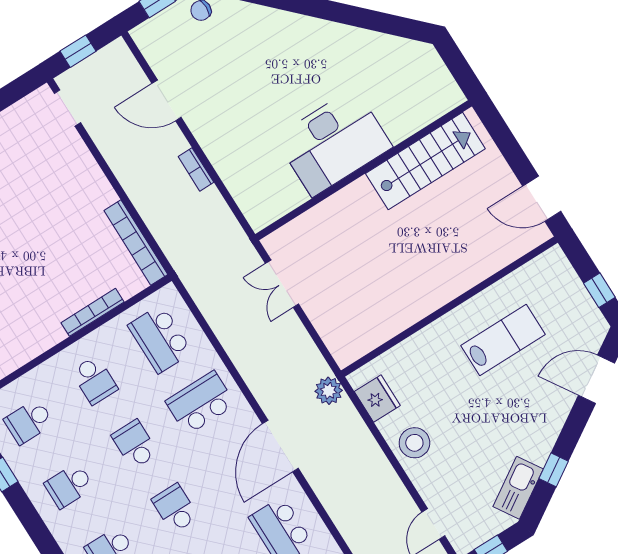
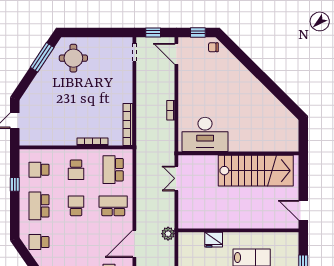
door: (167, 100) -> (176, 54), moved
desk: (334, 142) -> (205, 134), moved
stairs: (425, 161) -> (256, 171), width x1.36, depth x1.51
fridge: (377, 399) -> (214, 240), moved, turned 90
school desk: (69, 486) -> (39, 206), width x1.85
school desk: (175, 508) -> (76, 242), removed

